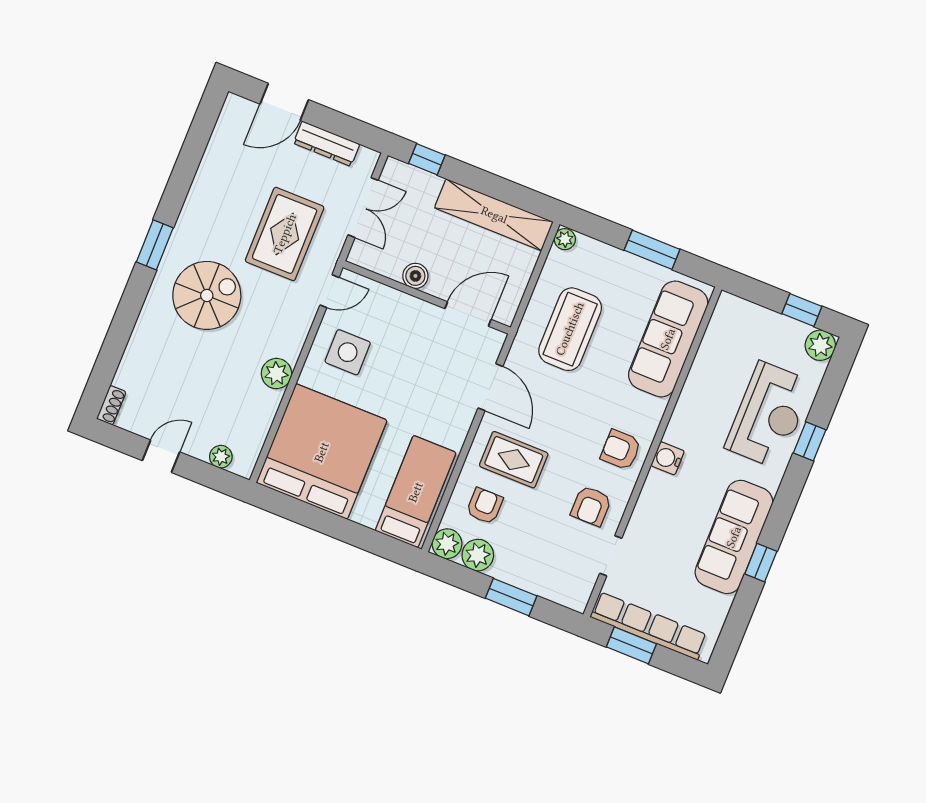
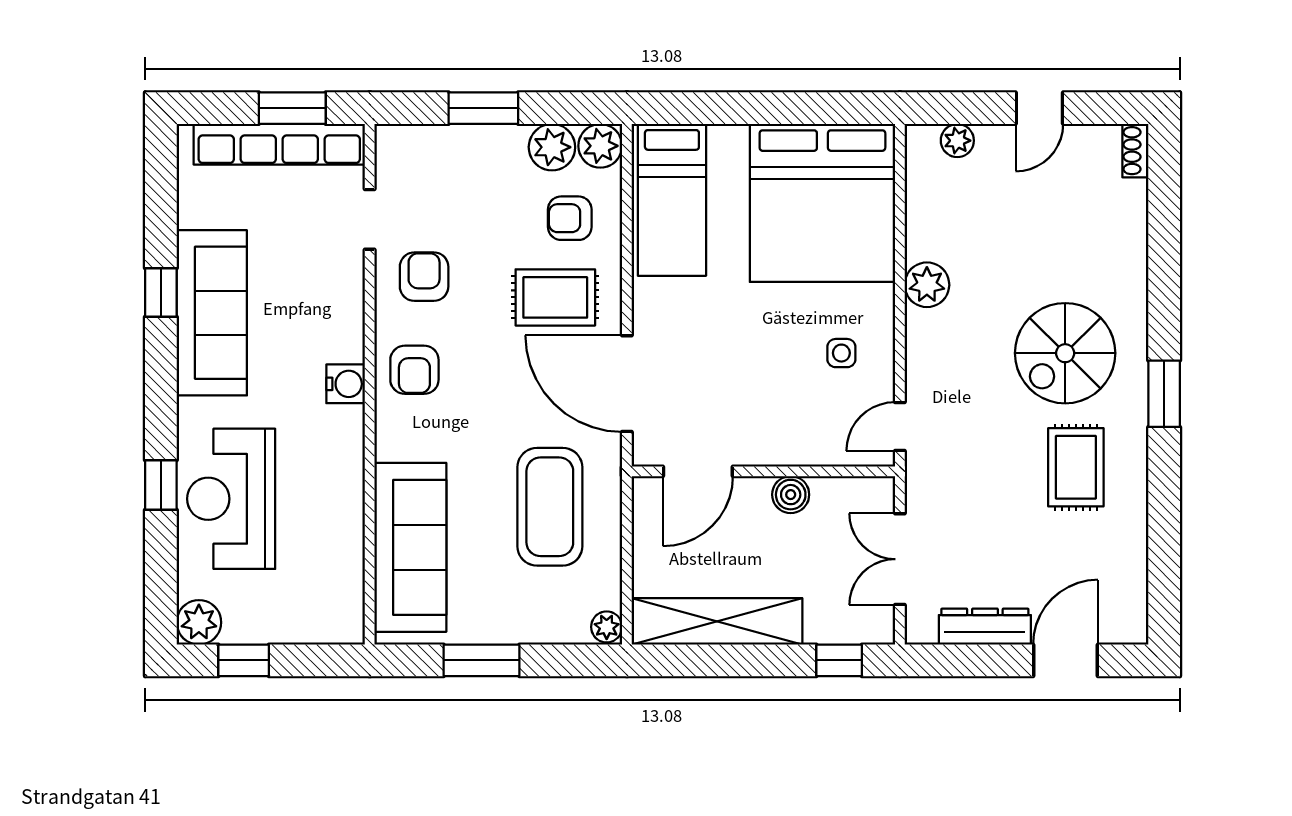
rug: (285, 234) -> (1076, 467), moved, width x0.73, depth x0.70
side table: (348, 352) -> (841, 353), width x0.54, depth x0.54
door: (490, 387) -> (627, 384), width x1.36
armchair: (621, 450) -> (414, 370), turned 90
armchair: (485, 506) -> (570, 218), turned 90

